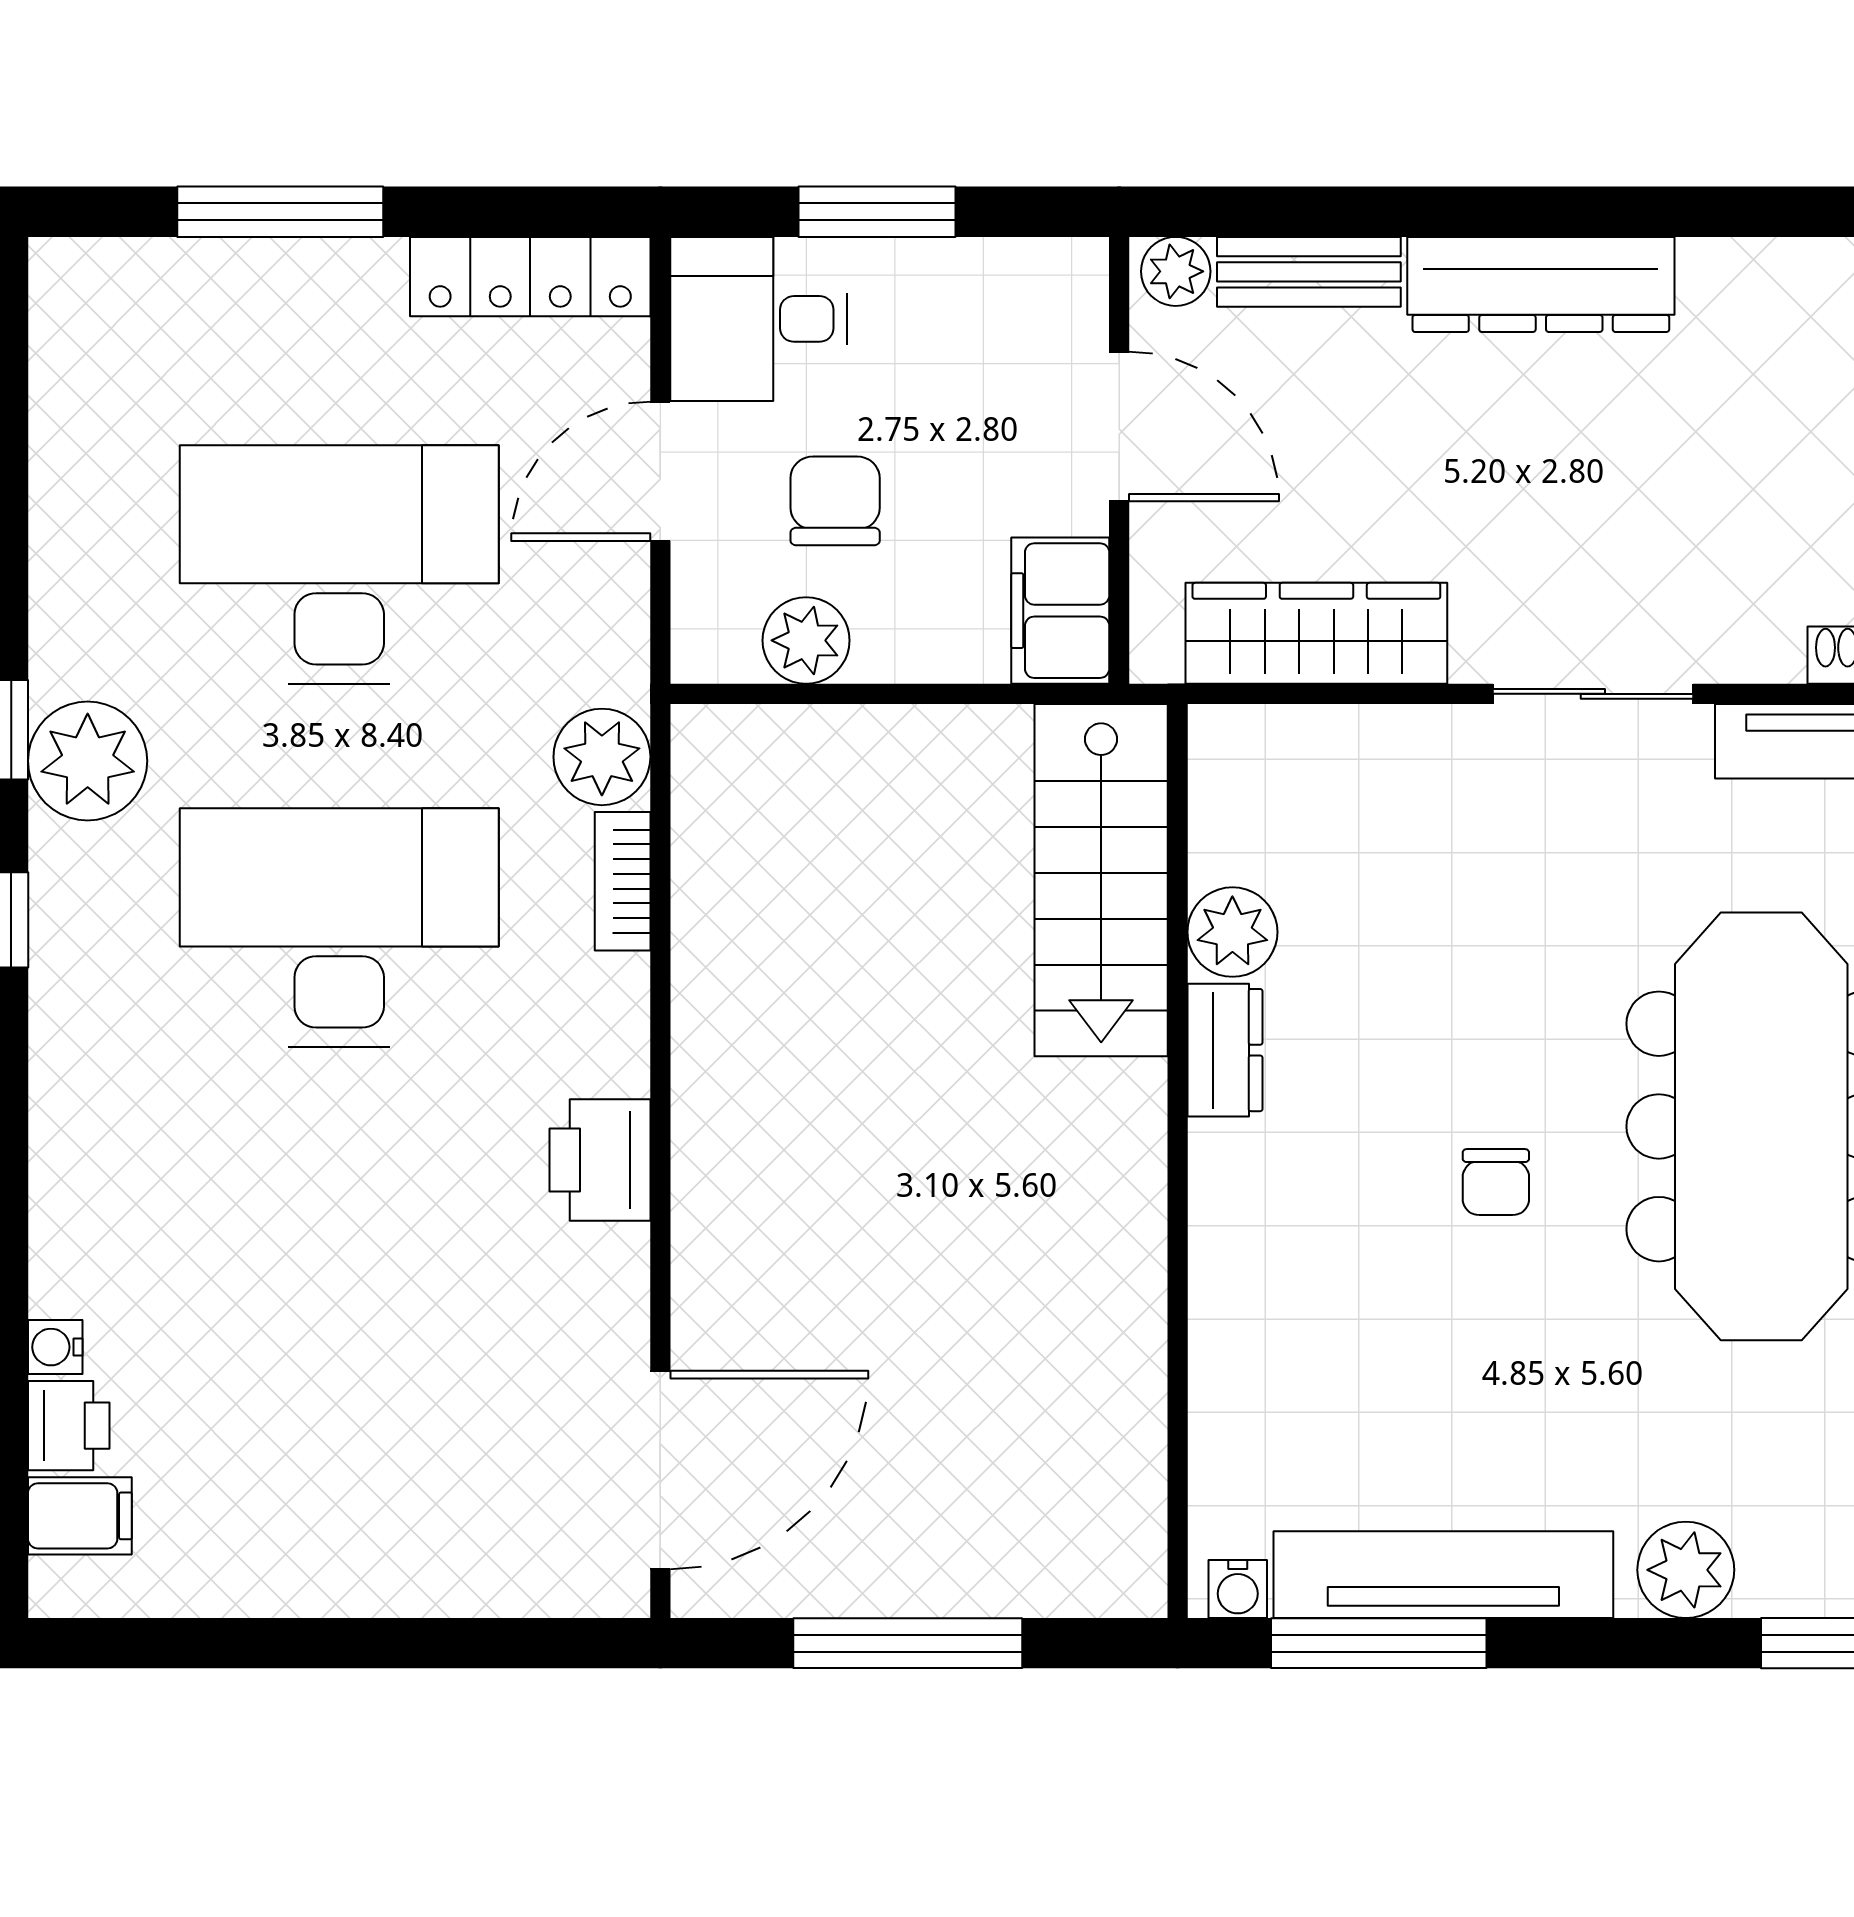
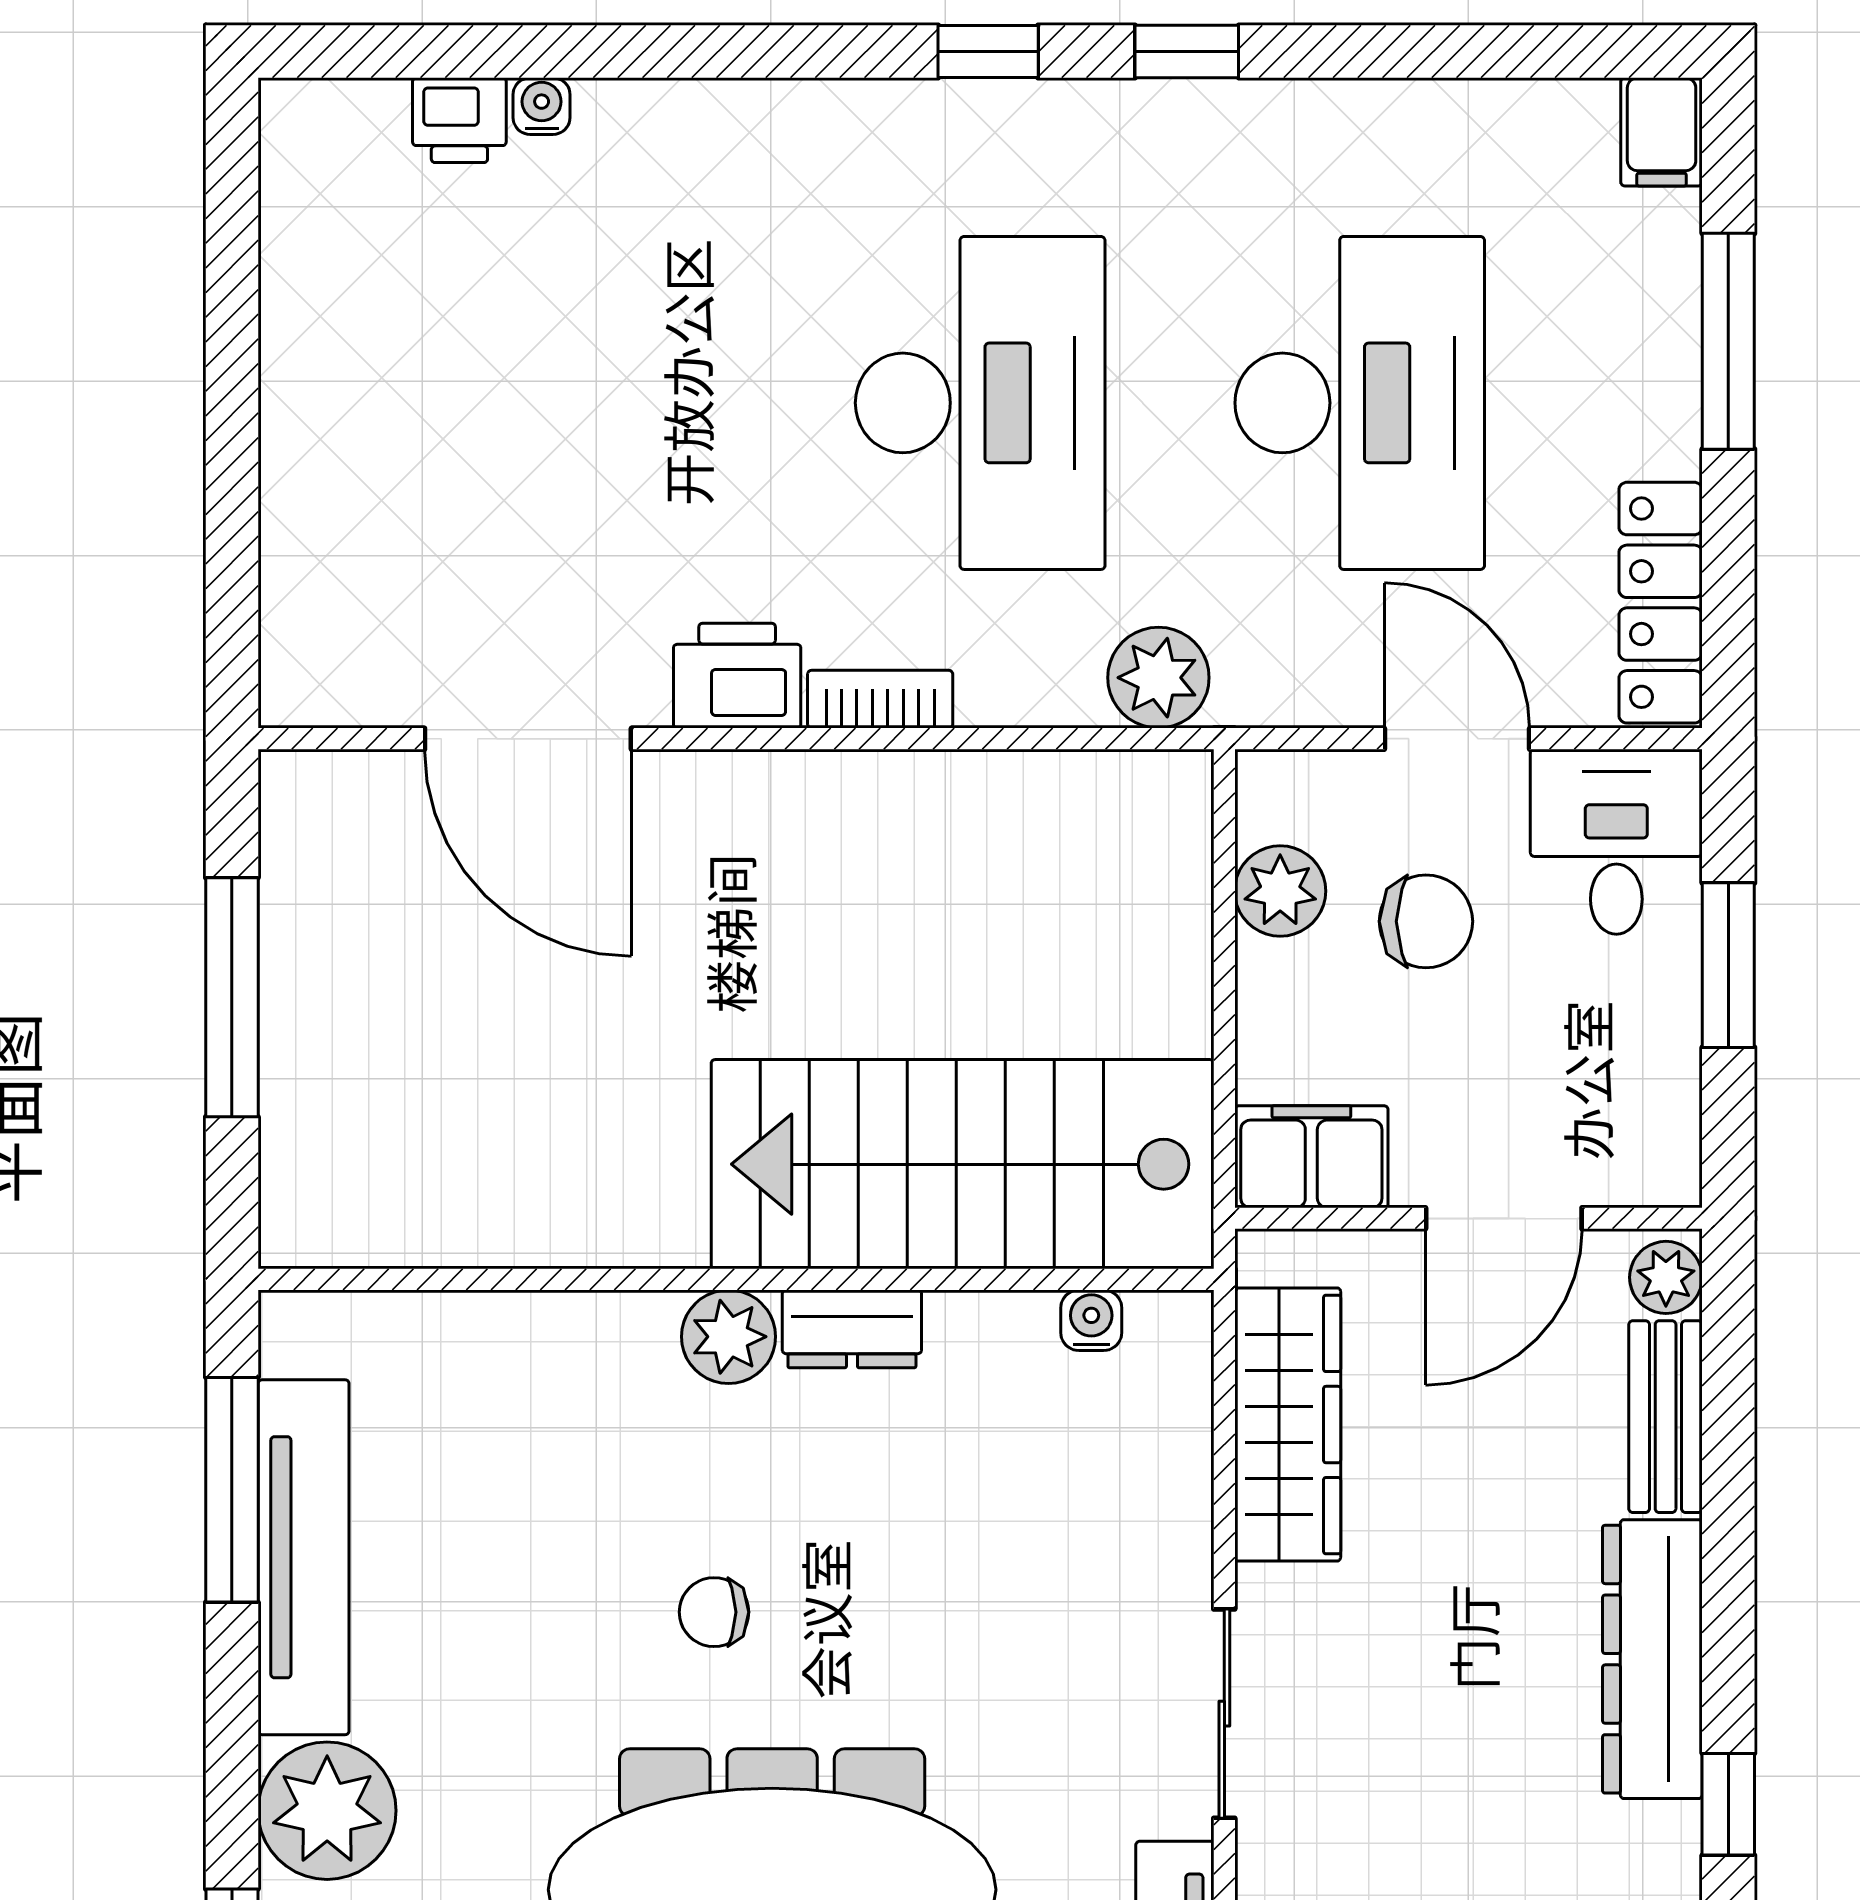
window: (1680, 212) -> (1728, 1804), added
plant: (88, 761) -> (1154, 140), removed
stairs: (1101, 880) -> (963, 1164), width x1.36, depth x1.51
bookcase: (623, 881) -> (880, 699), moved
plant: (1232, 932) -> (729, 1337), moved
door: (660, 1470) -> (528, 739), moved
filing cabinet: (80, 1516) -> (1662, 132), moved
plant: (1686, 1570) -> (327, 1811), width x1.36, depth x1.36
water cooler: (1238, 1589) -> (1091, 1320), moved, turned 90

